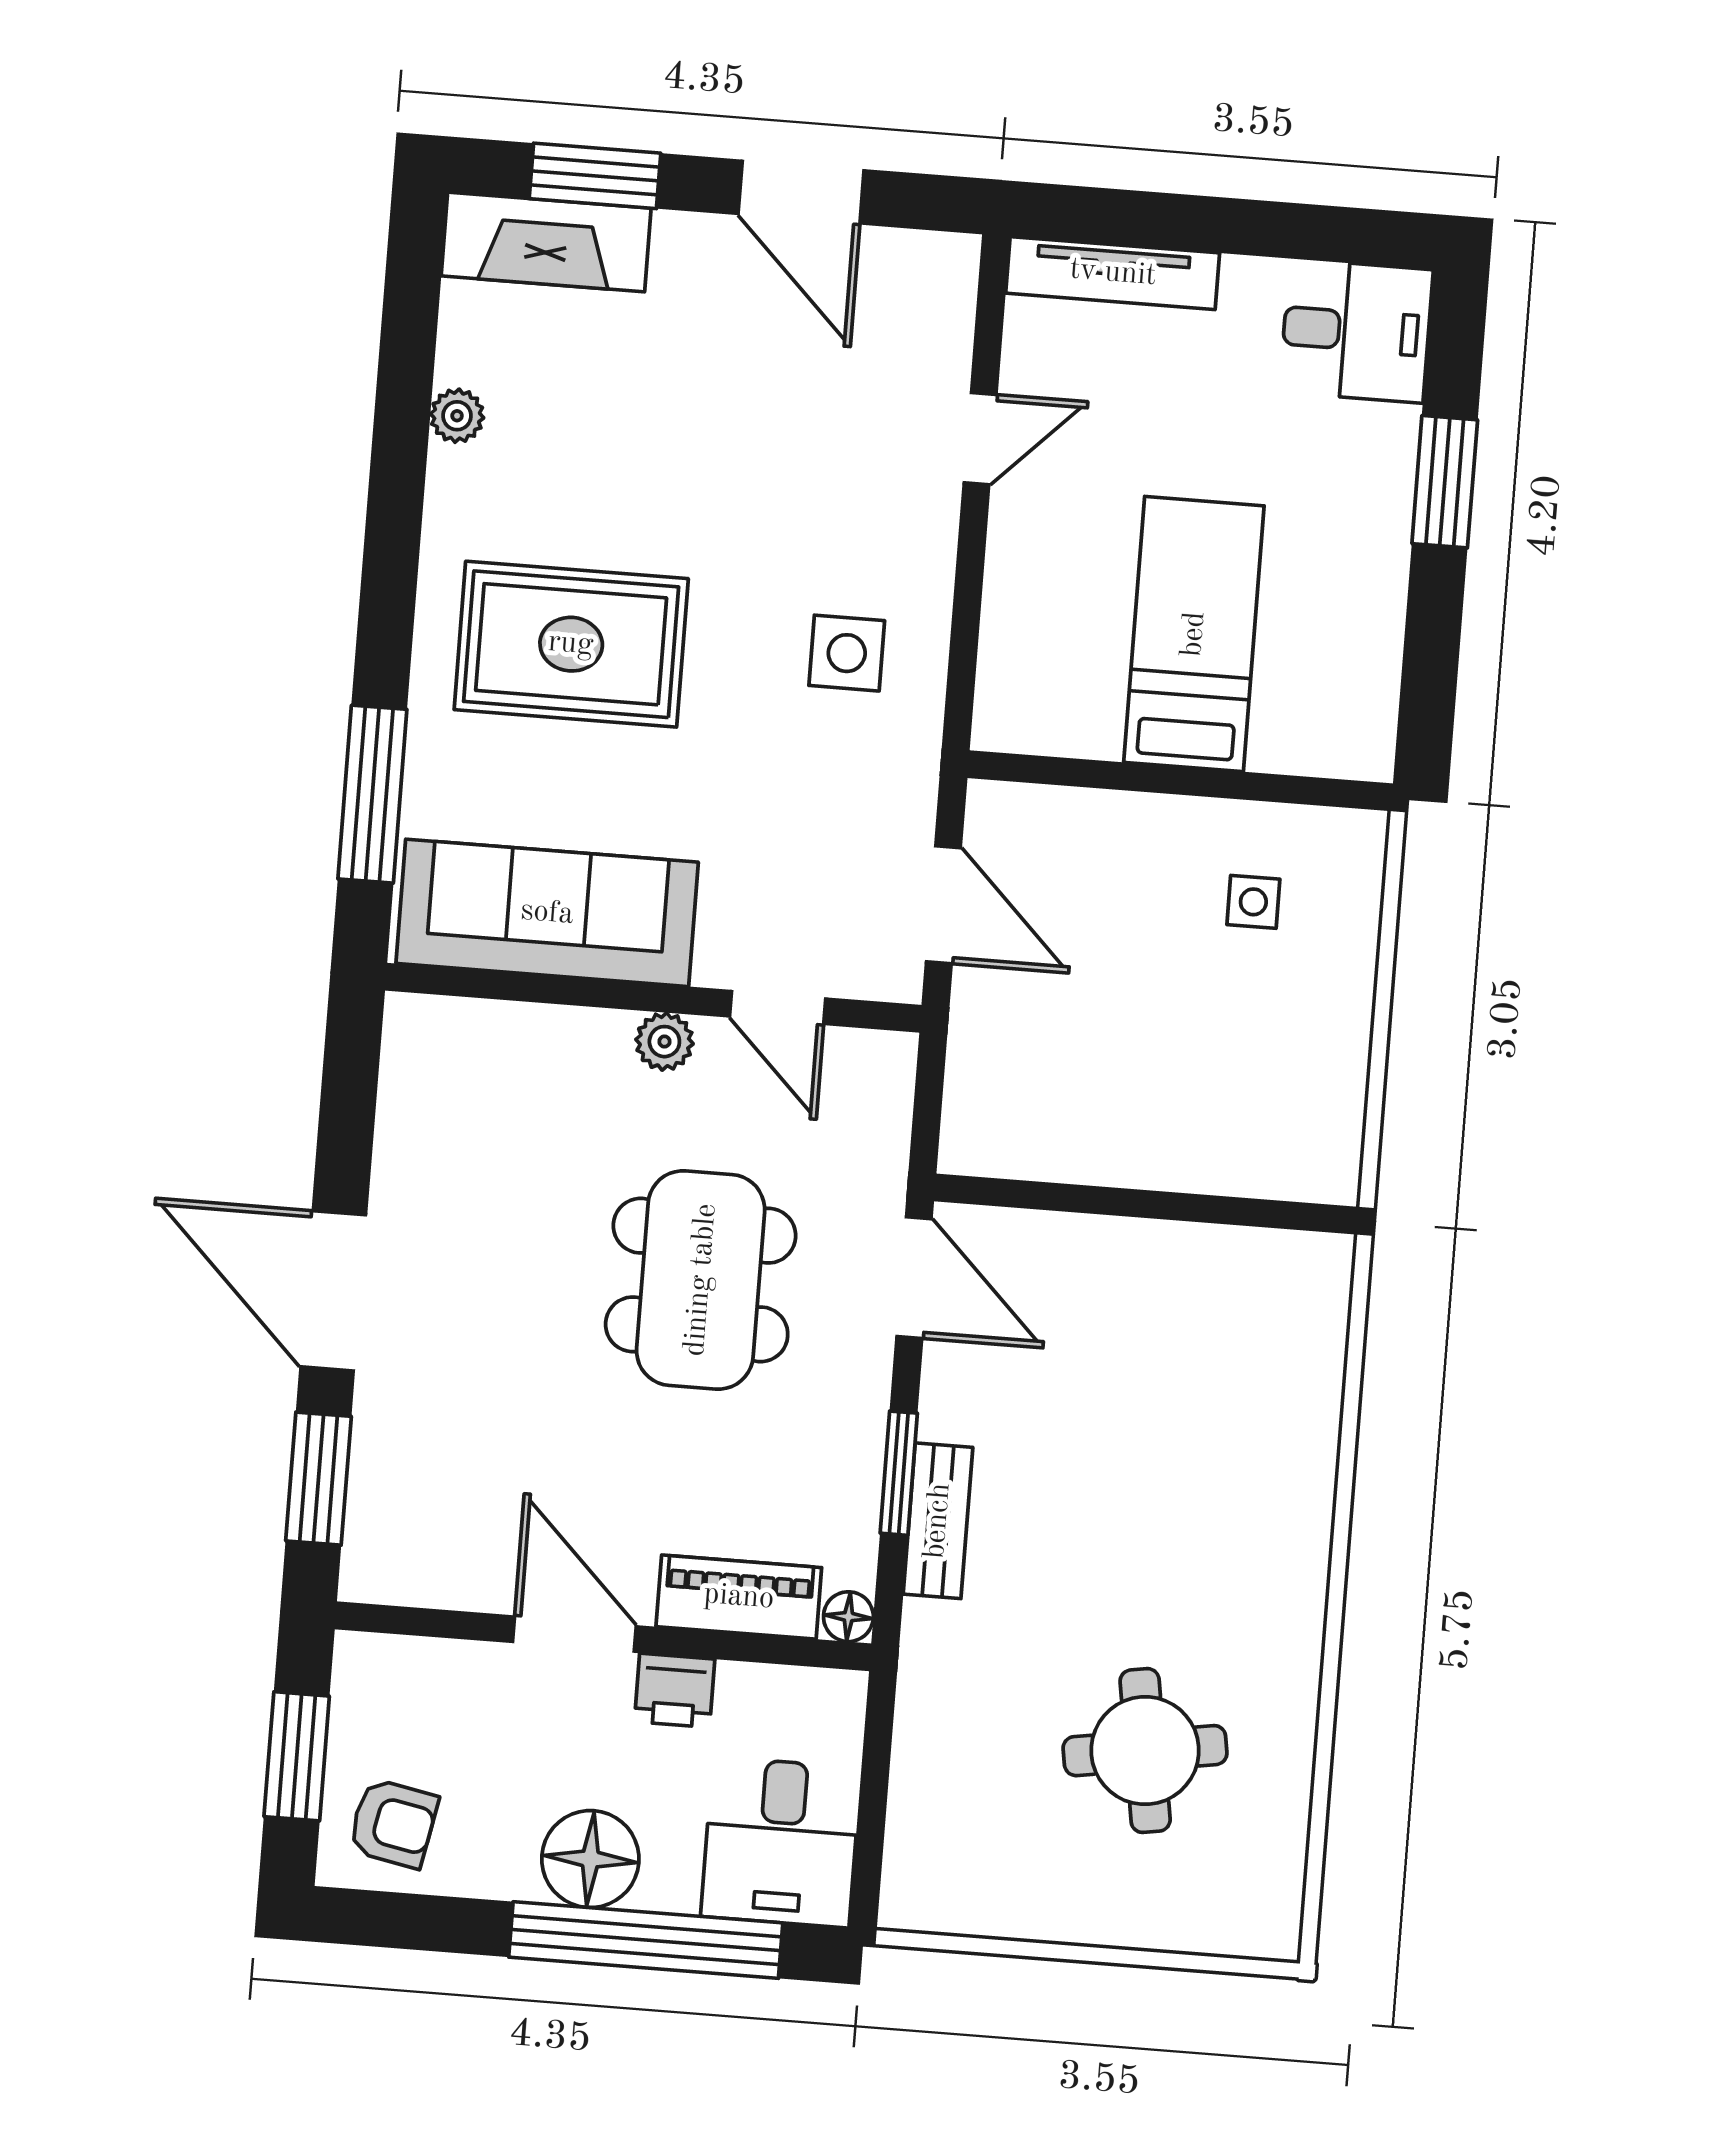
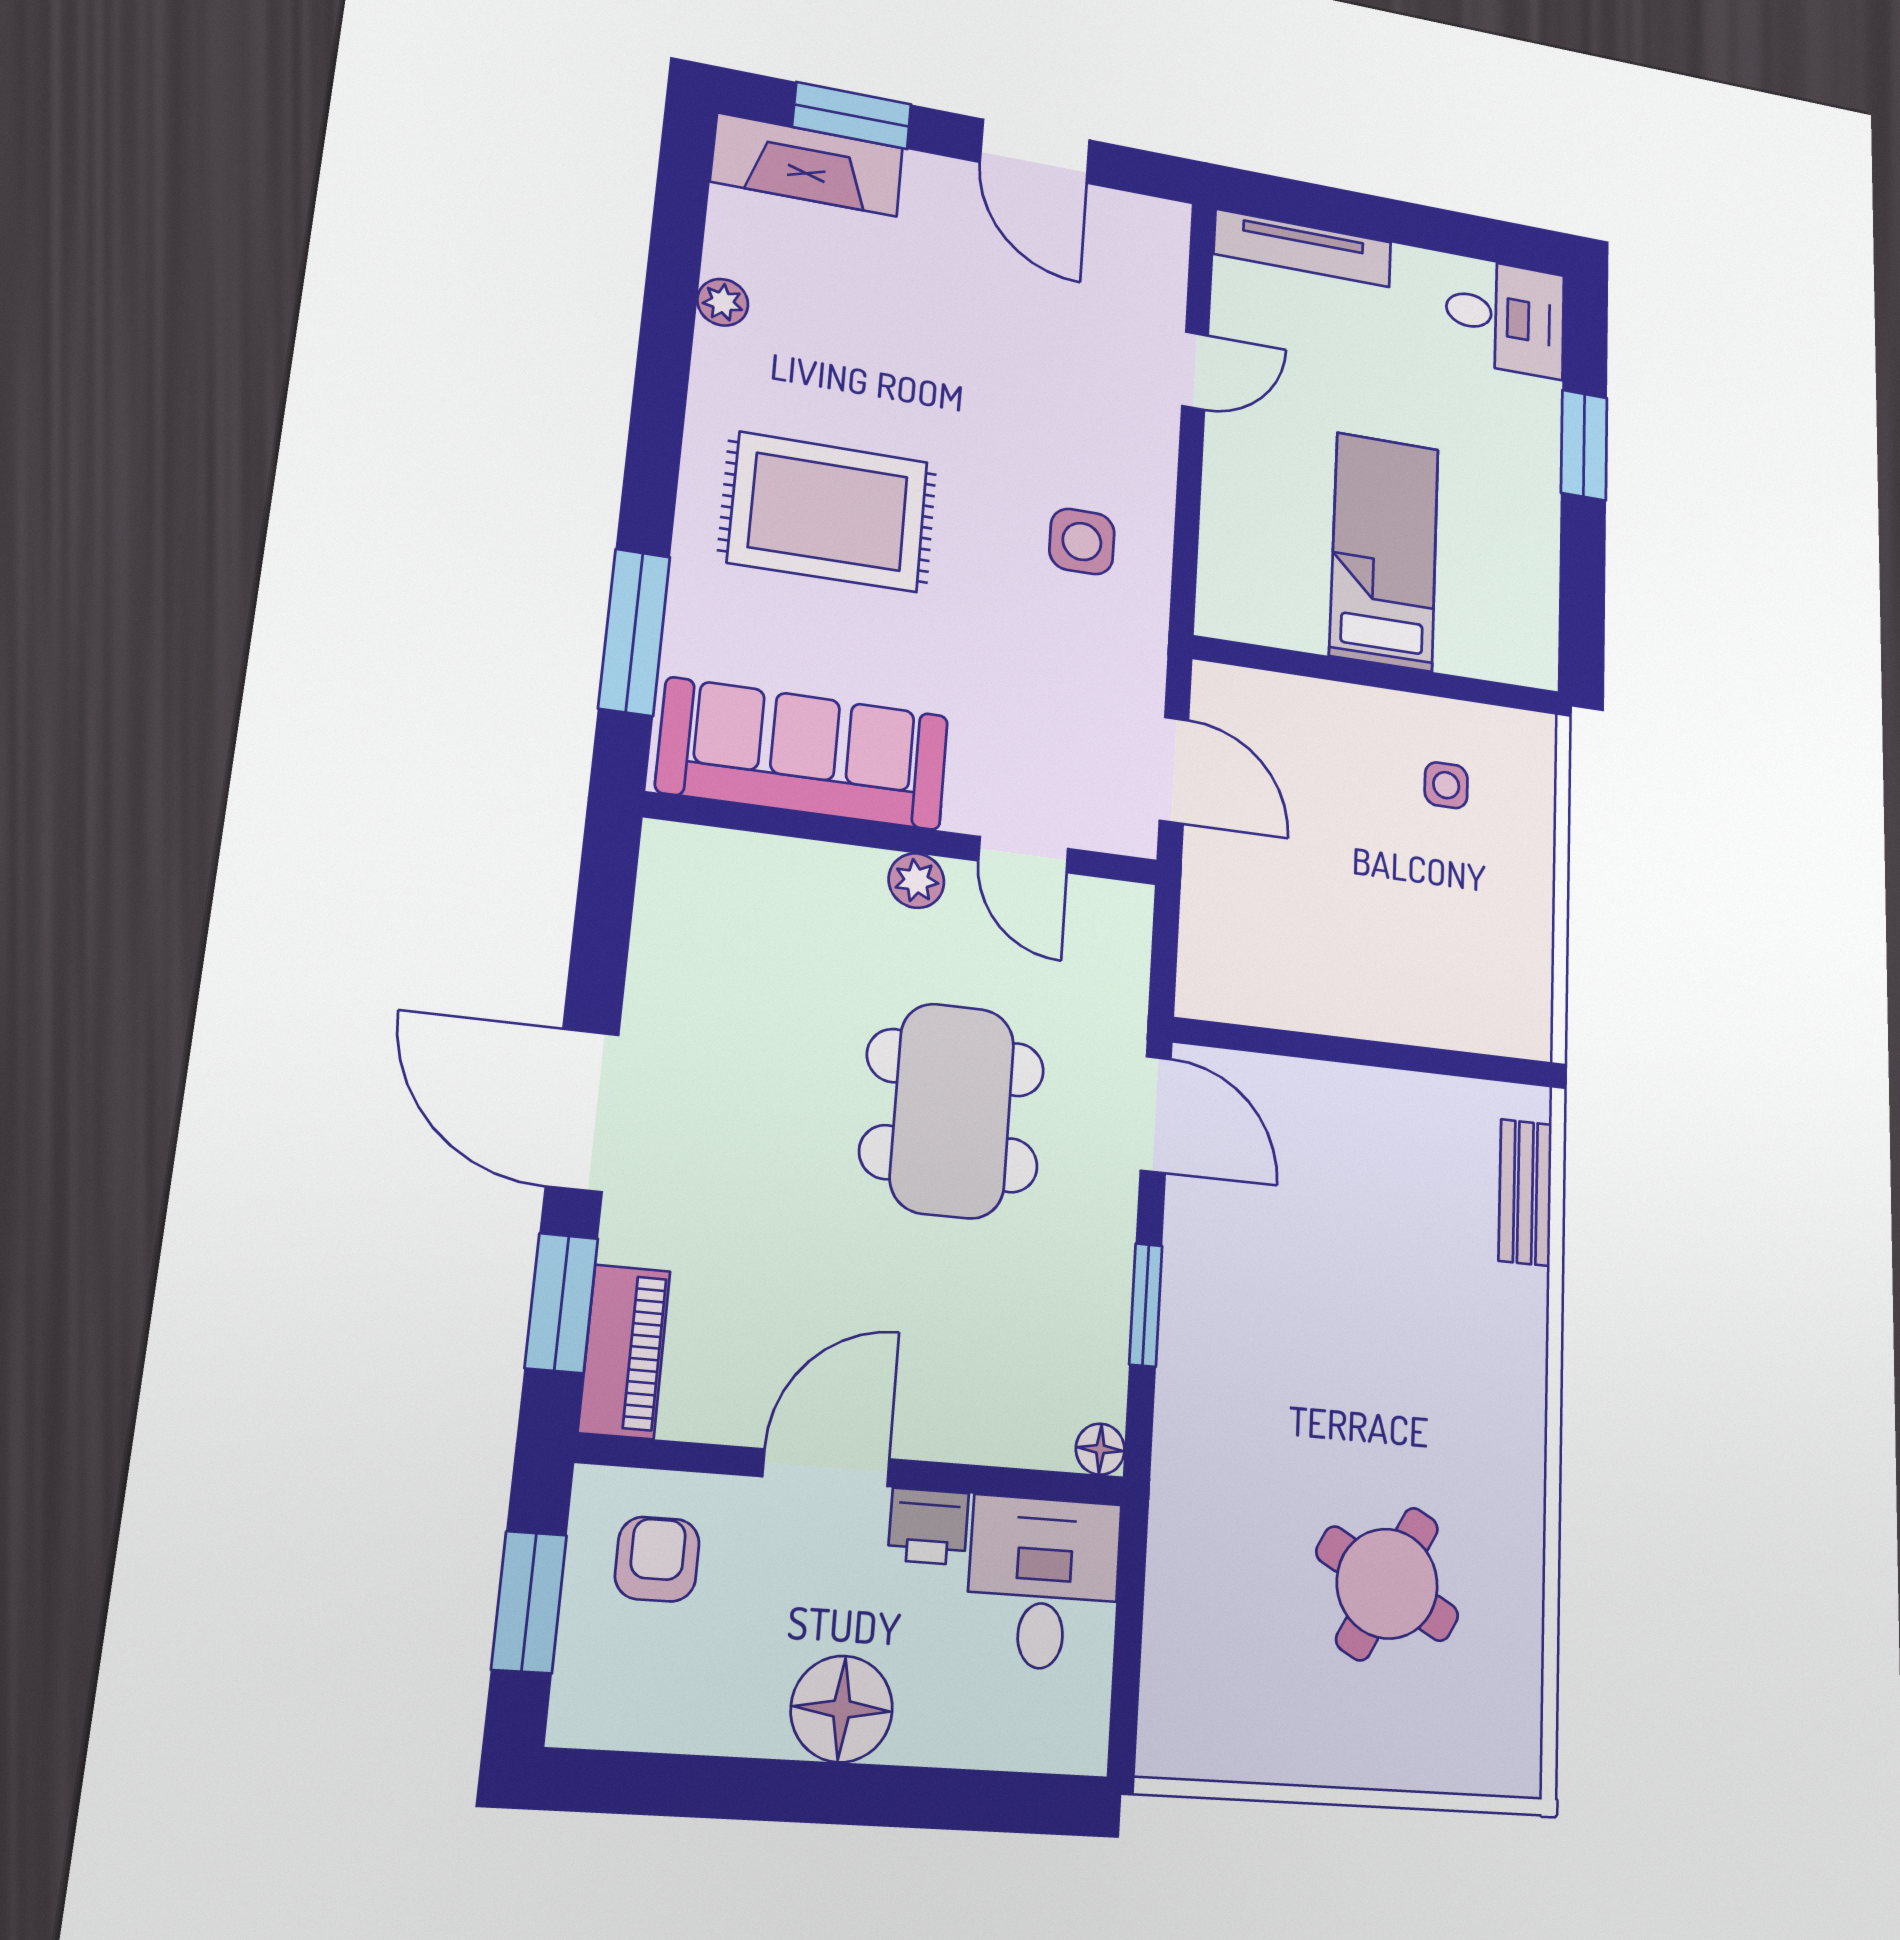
bench: (938, 1521) -> (1525, 1192), moved
piano: (739, 1597) -> (624, 1351), moved, turned 90
door: (574, 1634) -> (826, 1468), hinge flipped
round table: (1145, 1751) -> (1387, 1584), turned 38
armchair: (393, 1823) -> (657, 1559), moved, turned -101
desk: (781, 1842) -> (1043, 1583), moved, turned 180
window: (646, 1940) -> (899, 1796), removed

